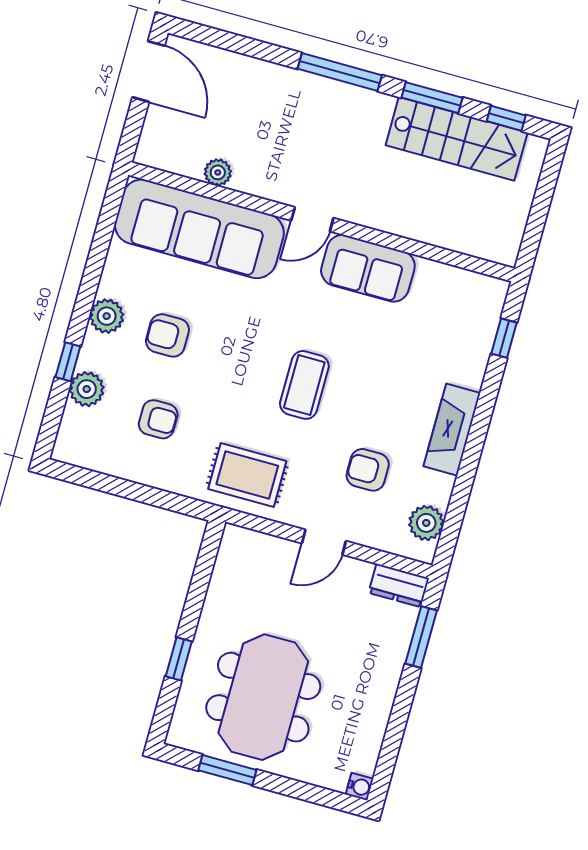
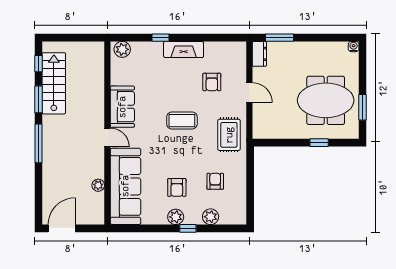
window: (504, 338) -> (161, 38), moved
window: (68, 362) -> (188, 228), moved
plant: (426, 523) -> (122, 49), moved

